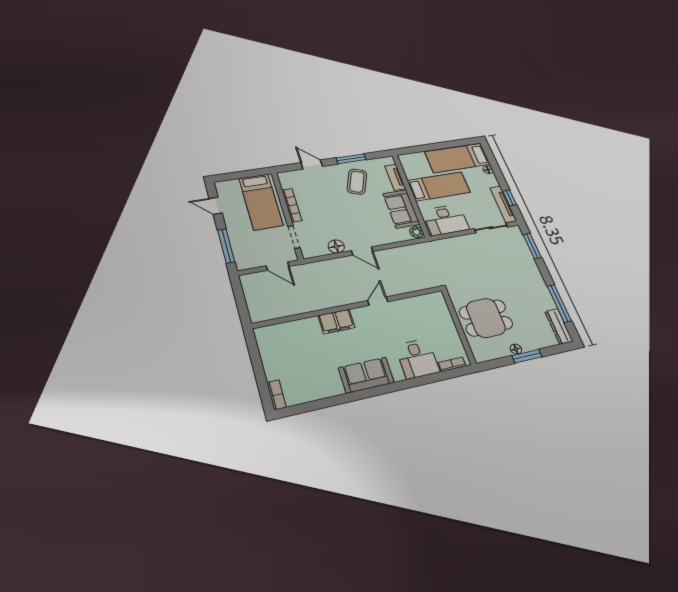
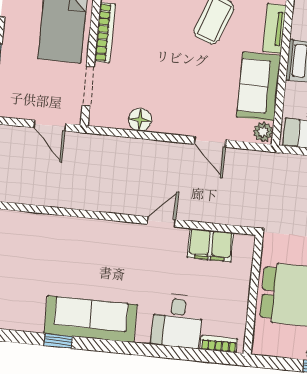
door: (362, 251) -> (210, 142), moved
filing cabinet: (336, 322) -> (210, 245), moved
sofa: (366, 375) -> (91, 319), width x1.36
window: (341, 399) -> (58, 341), added

